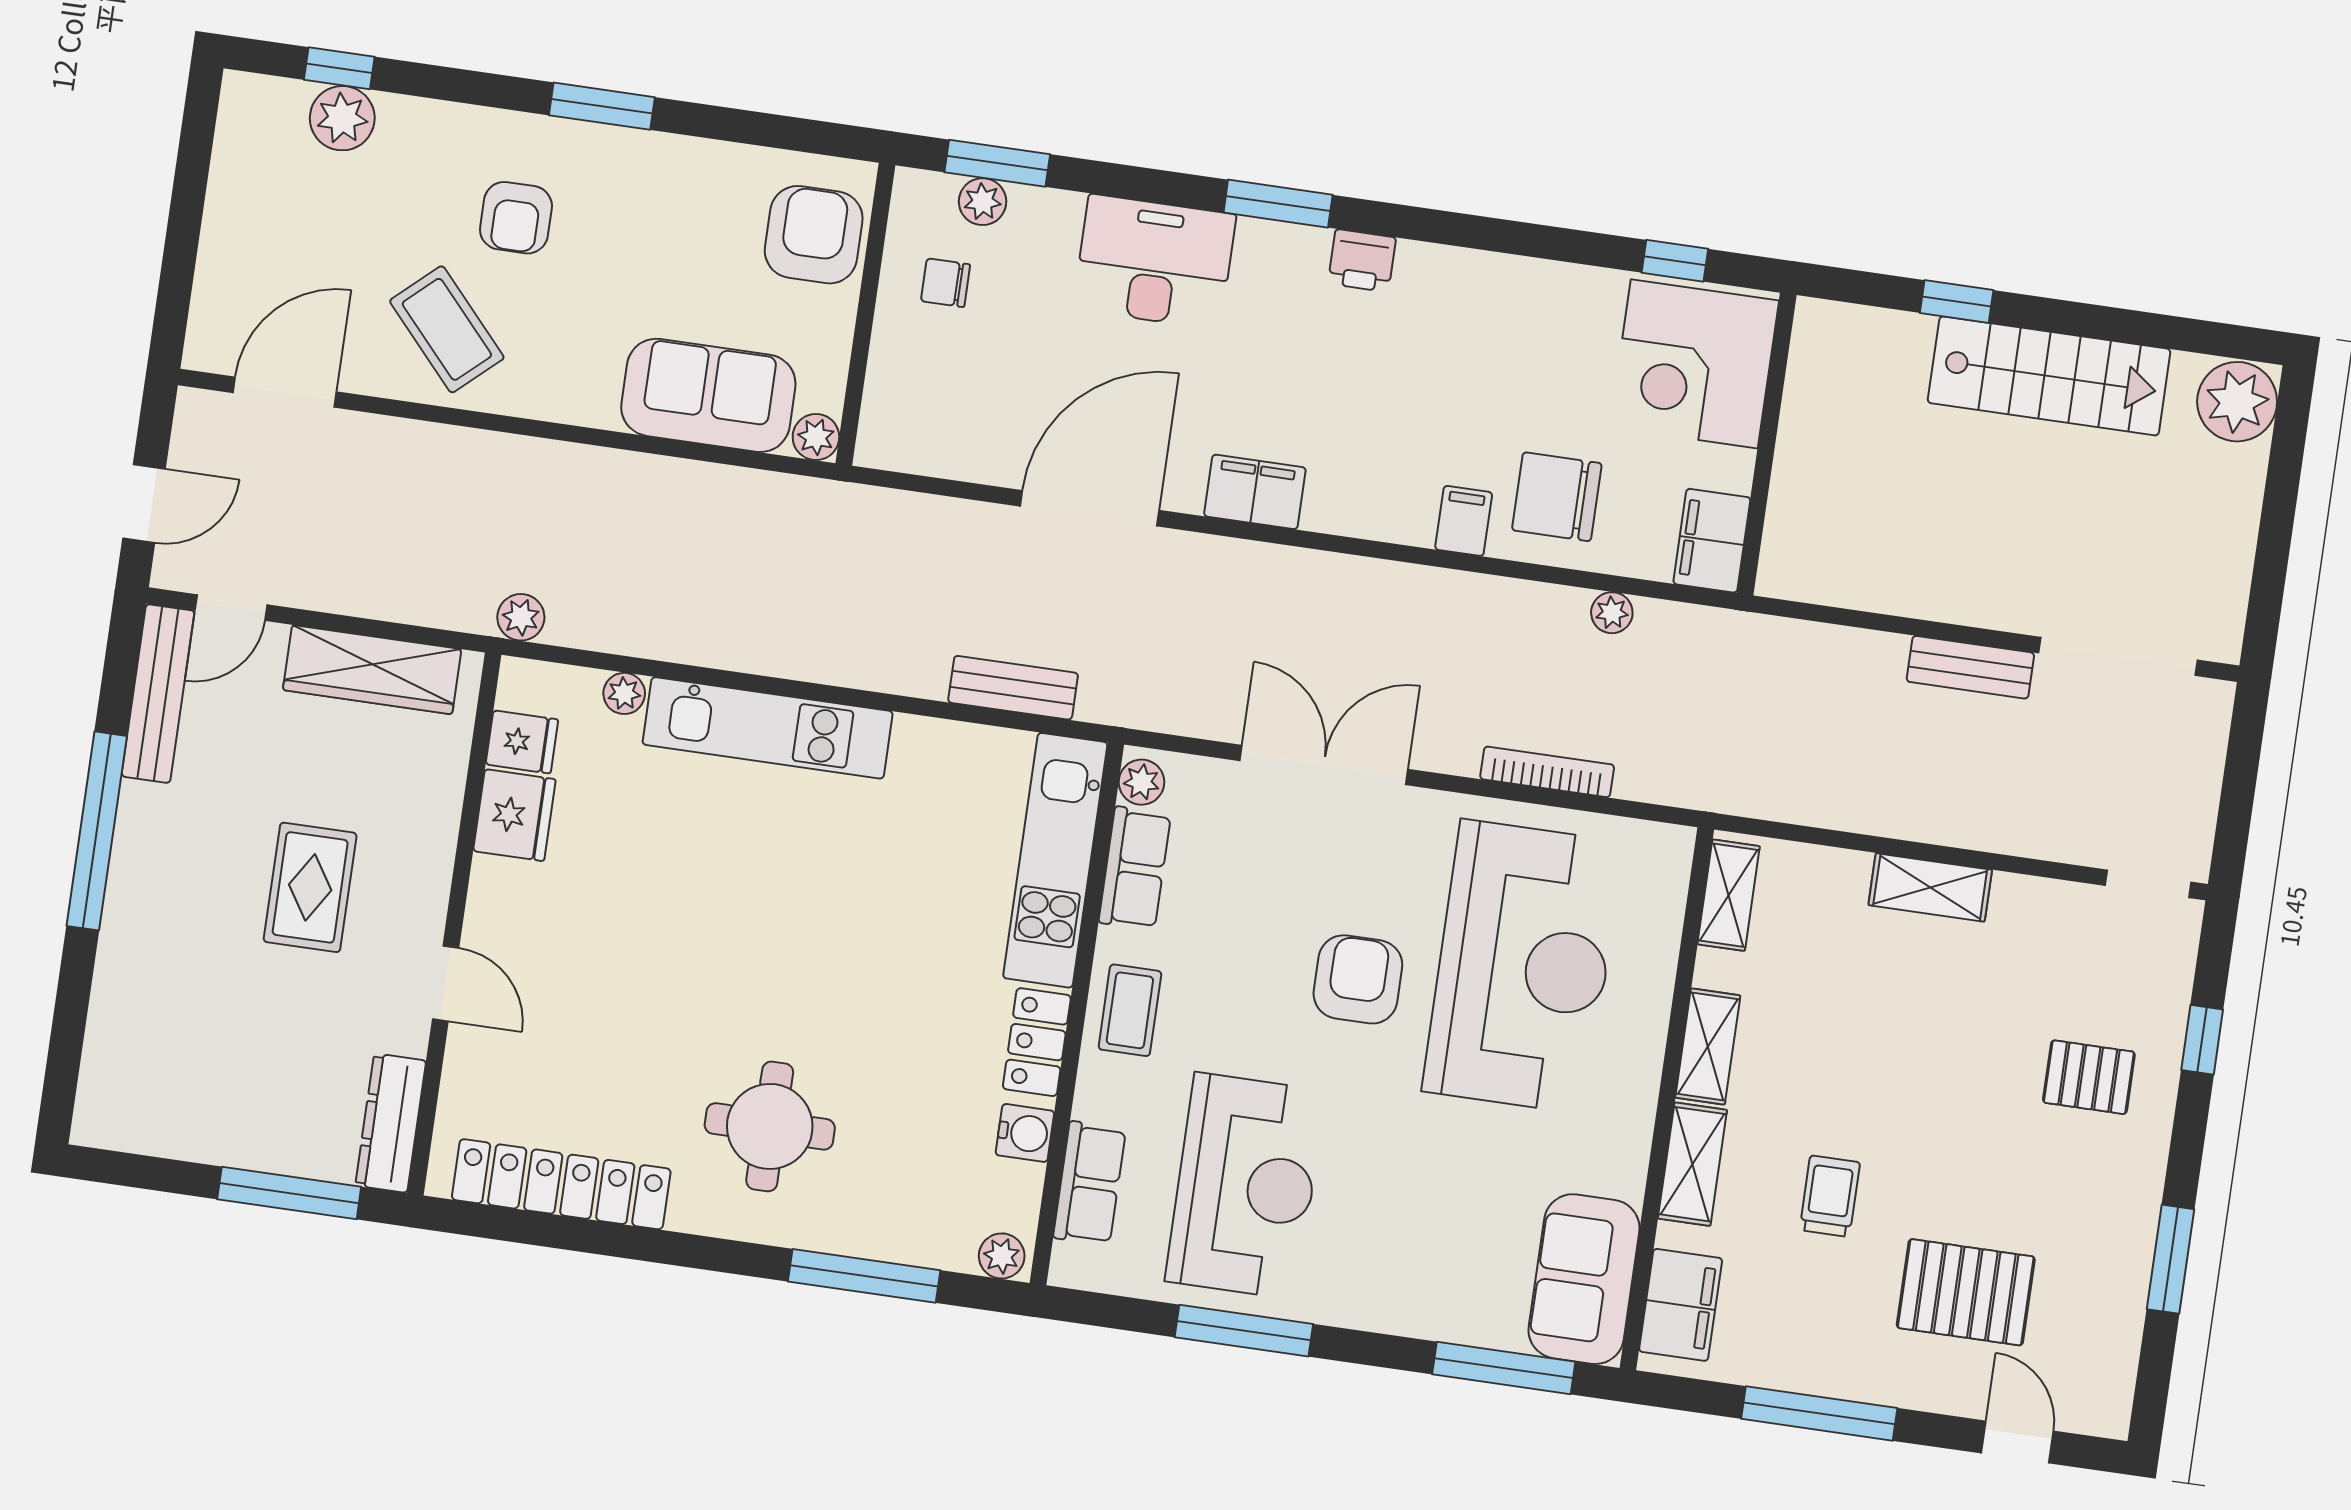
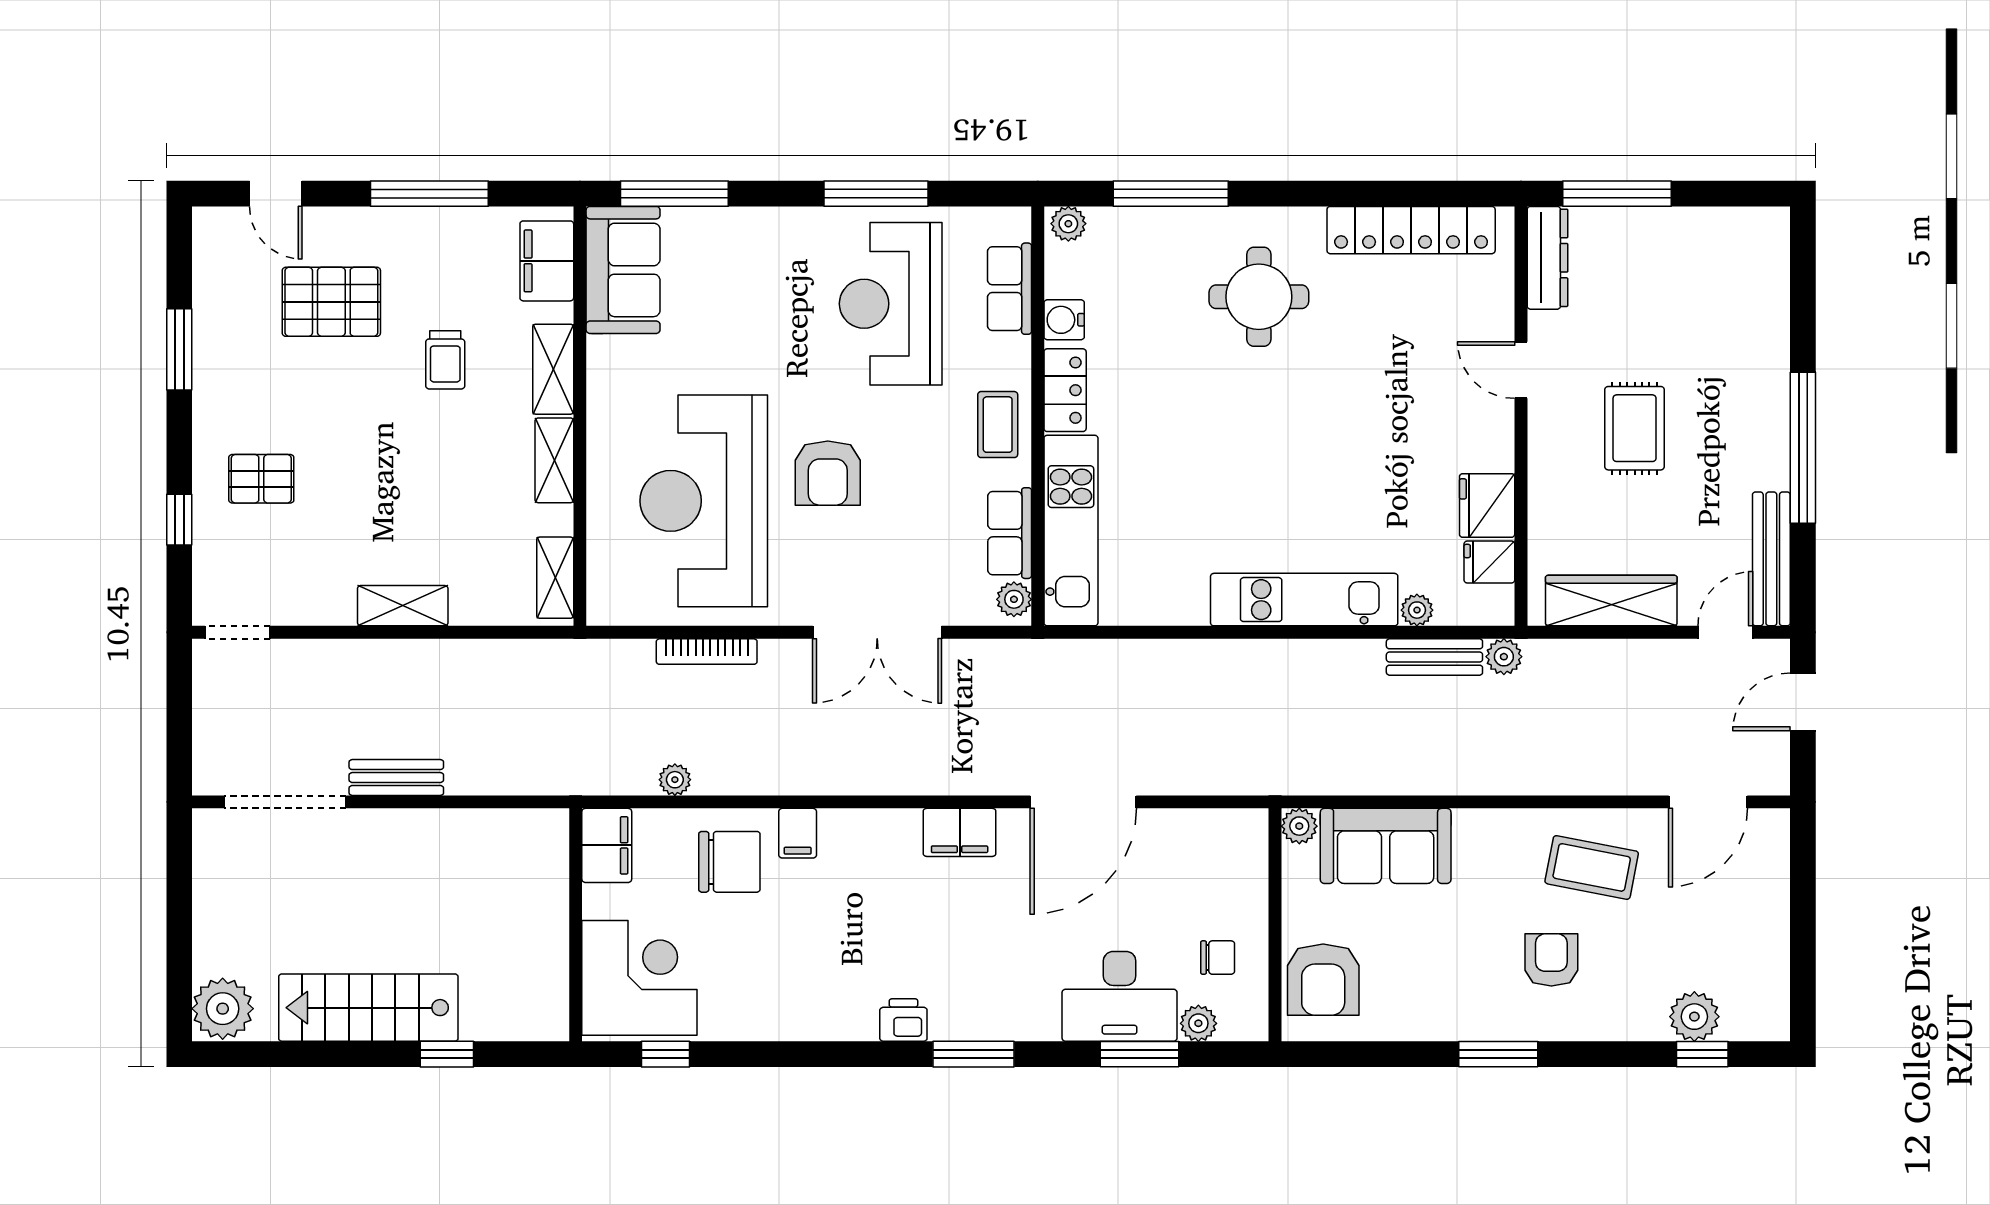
window: (997, 163) -> (1140, 1054), moved
desk: (1155, 262) -> (1120, 996), moved
coffee table: (447, 329) -> (1592, 867), turned -37
bench: (1013, 688) -> (1434, 657), moved

